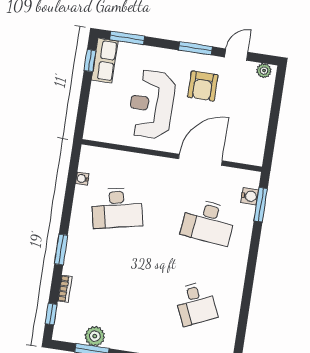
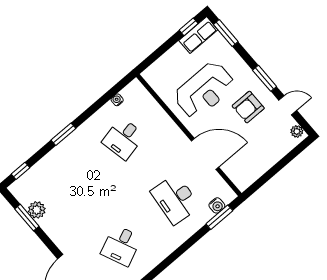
reception desk: (151, 104) -> (204, 90), turned 180
desk: (117, 208) -> (123, 139), width x0.73
bookcase: (65, 289) -> (44, 162), removed

